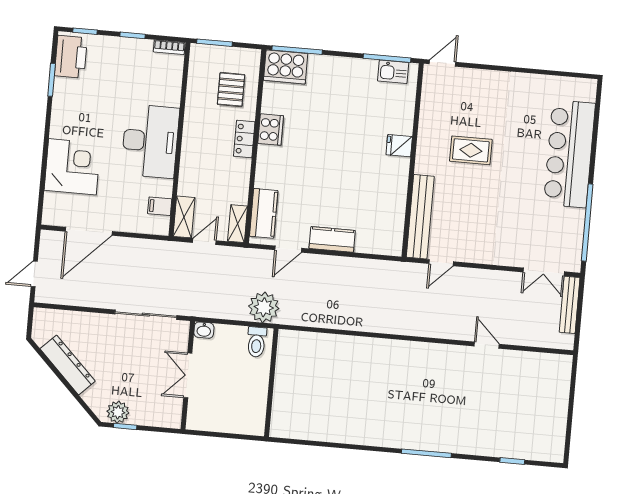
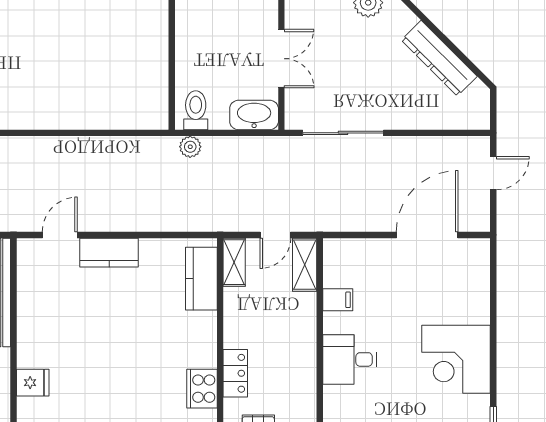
desk: (150, 141) -> (350, 359), width x0.53, depth x0.77
corner desk: (72, 167) -> (456, 359), moved
filing cabinet: (160, 206) -> (338, 300), moved
door: (288, 249) -> (60, 235), moved
plant: (264, 307) -> (190, 147), width x0.53, depth x0.53
washbasin: (204, 330) -> (254, 115), width x1.91, depth x1.45

